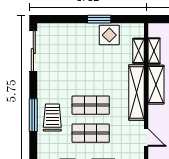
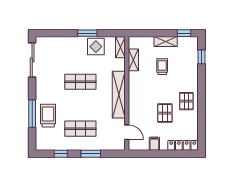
shelving: (139, 51) -> (120, 47), moved
shelving: (156, 85) -> (135, 88), removed
shop shelf: (91, 105) -> (80, 82), moved

